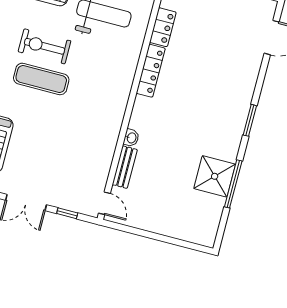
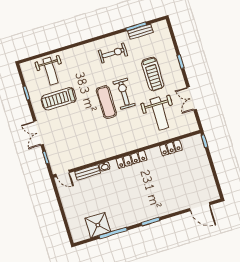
locker: (151, 71) -> (131, 159), moved
shower: (215, 176) -> (98, 225), moved
door: (104, 203) -> (63, 173), hinge flipped

